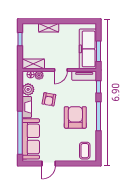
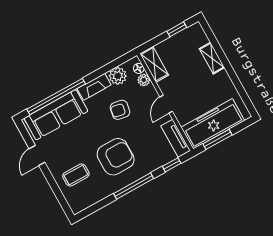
door: (61, 70) -> (166, 104), hinge flipped
coffee table: (85, 151) -> (76, 175), moved
door: (49, 164) -> (37, 155), hinge flipped

